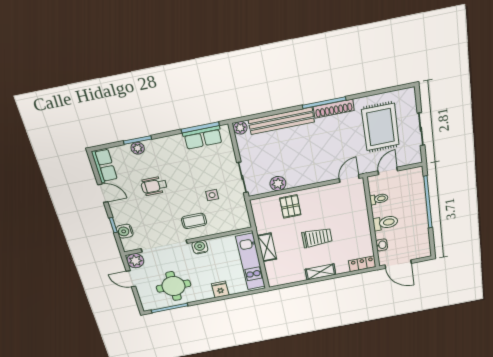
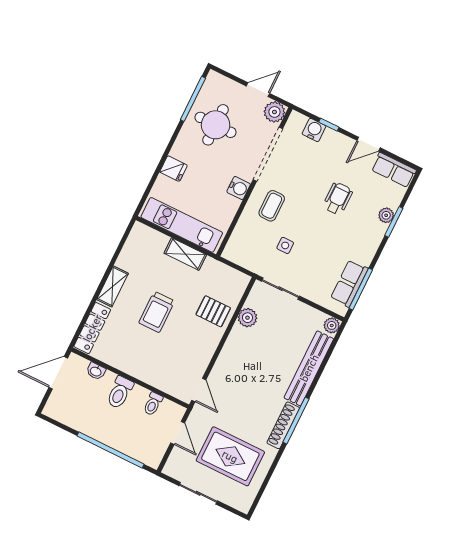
locker: (362, 264) -> (92, 328), width x1.53

